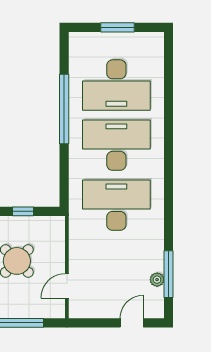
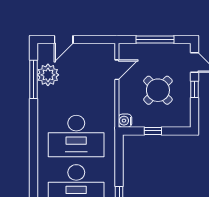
water cooler: (57, 224) -> (125, 121), added
plant: (157, 280) -> (48, 75), width x1.87, depth x1.87

